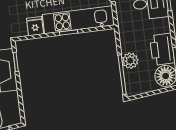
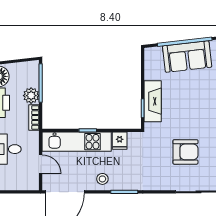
bookcase: (125, 39) -> (34, 117), added

